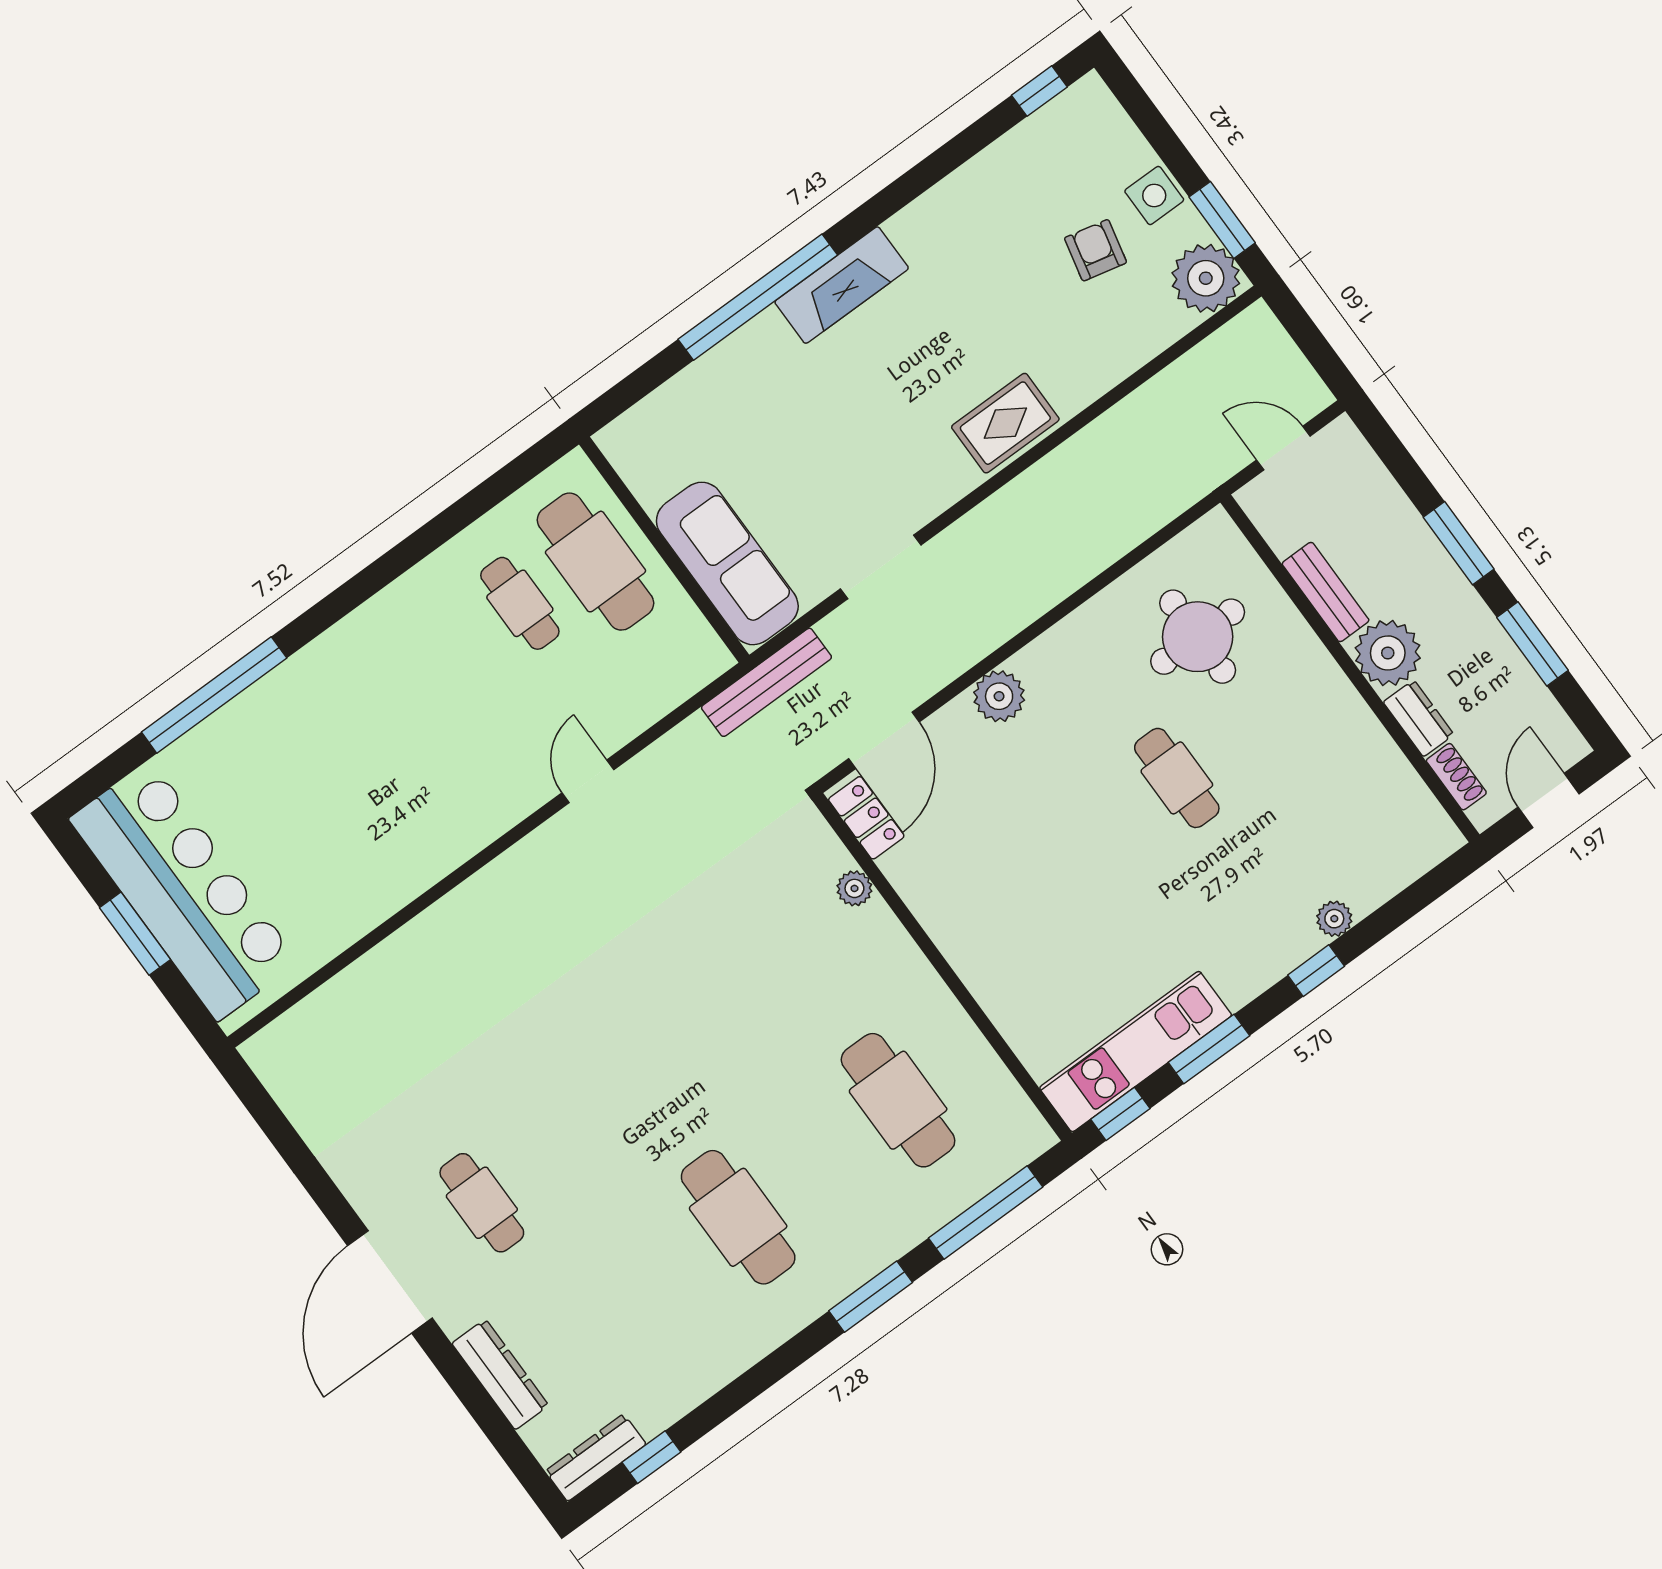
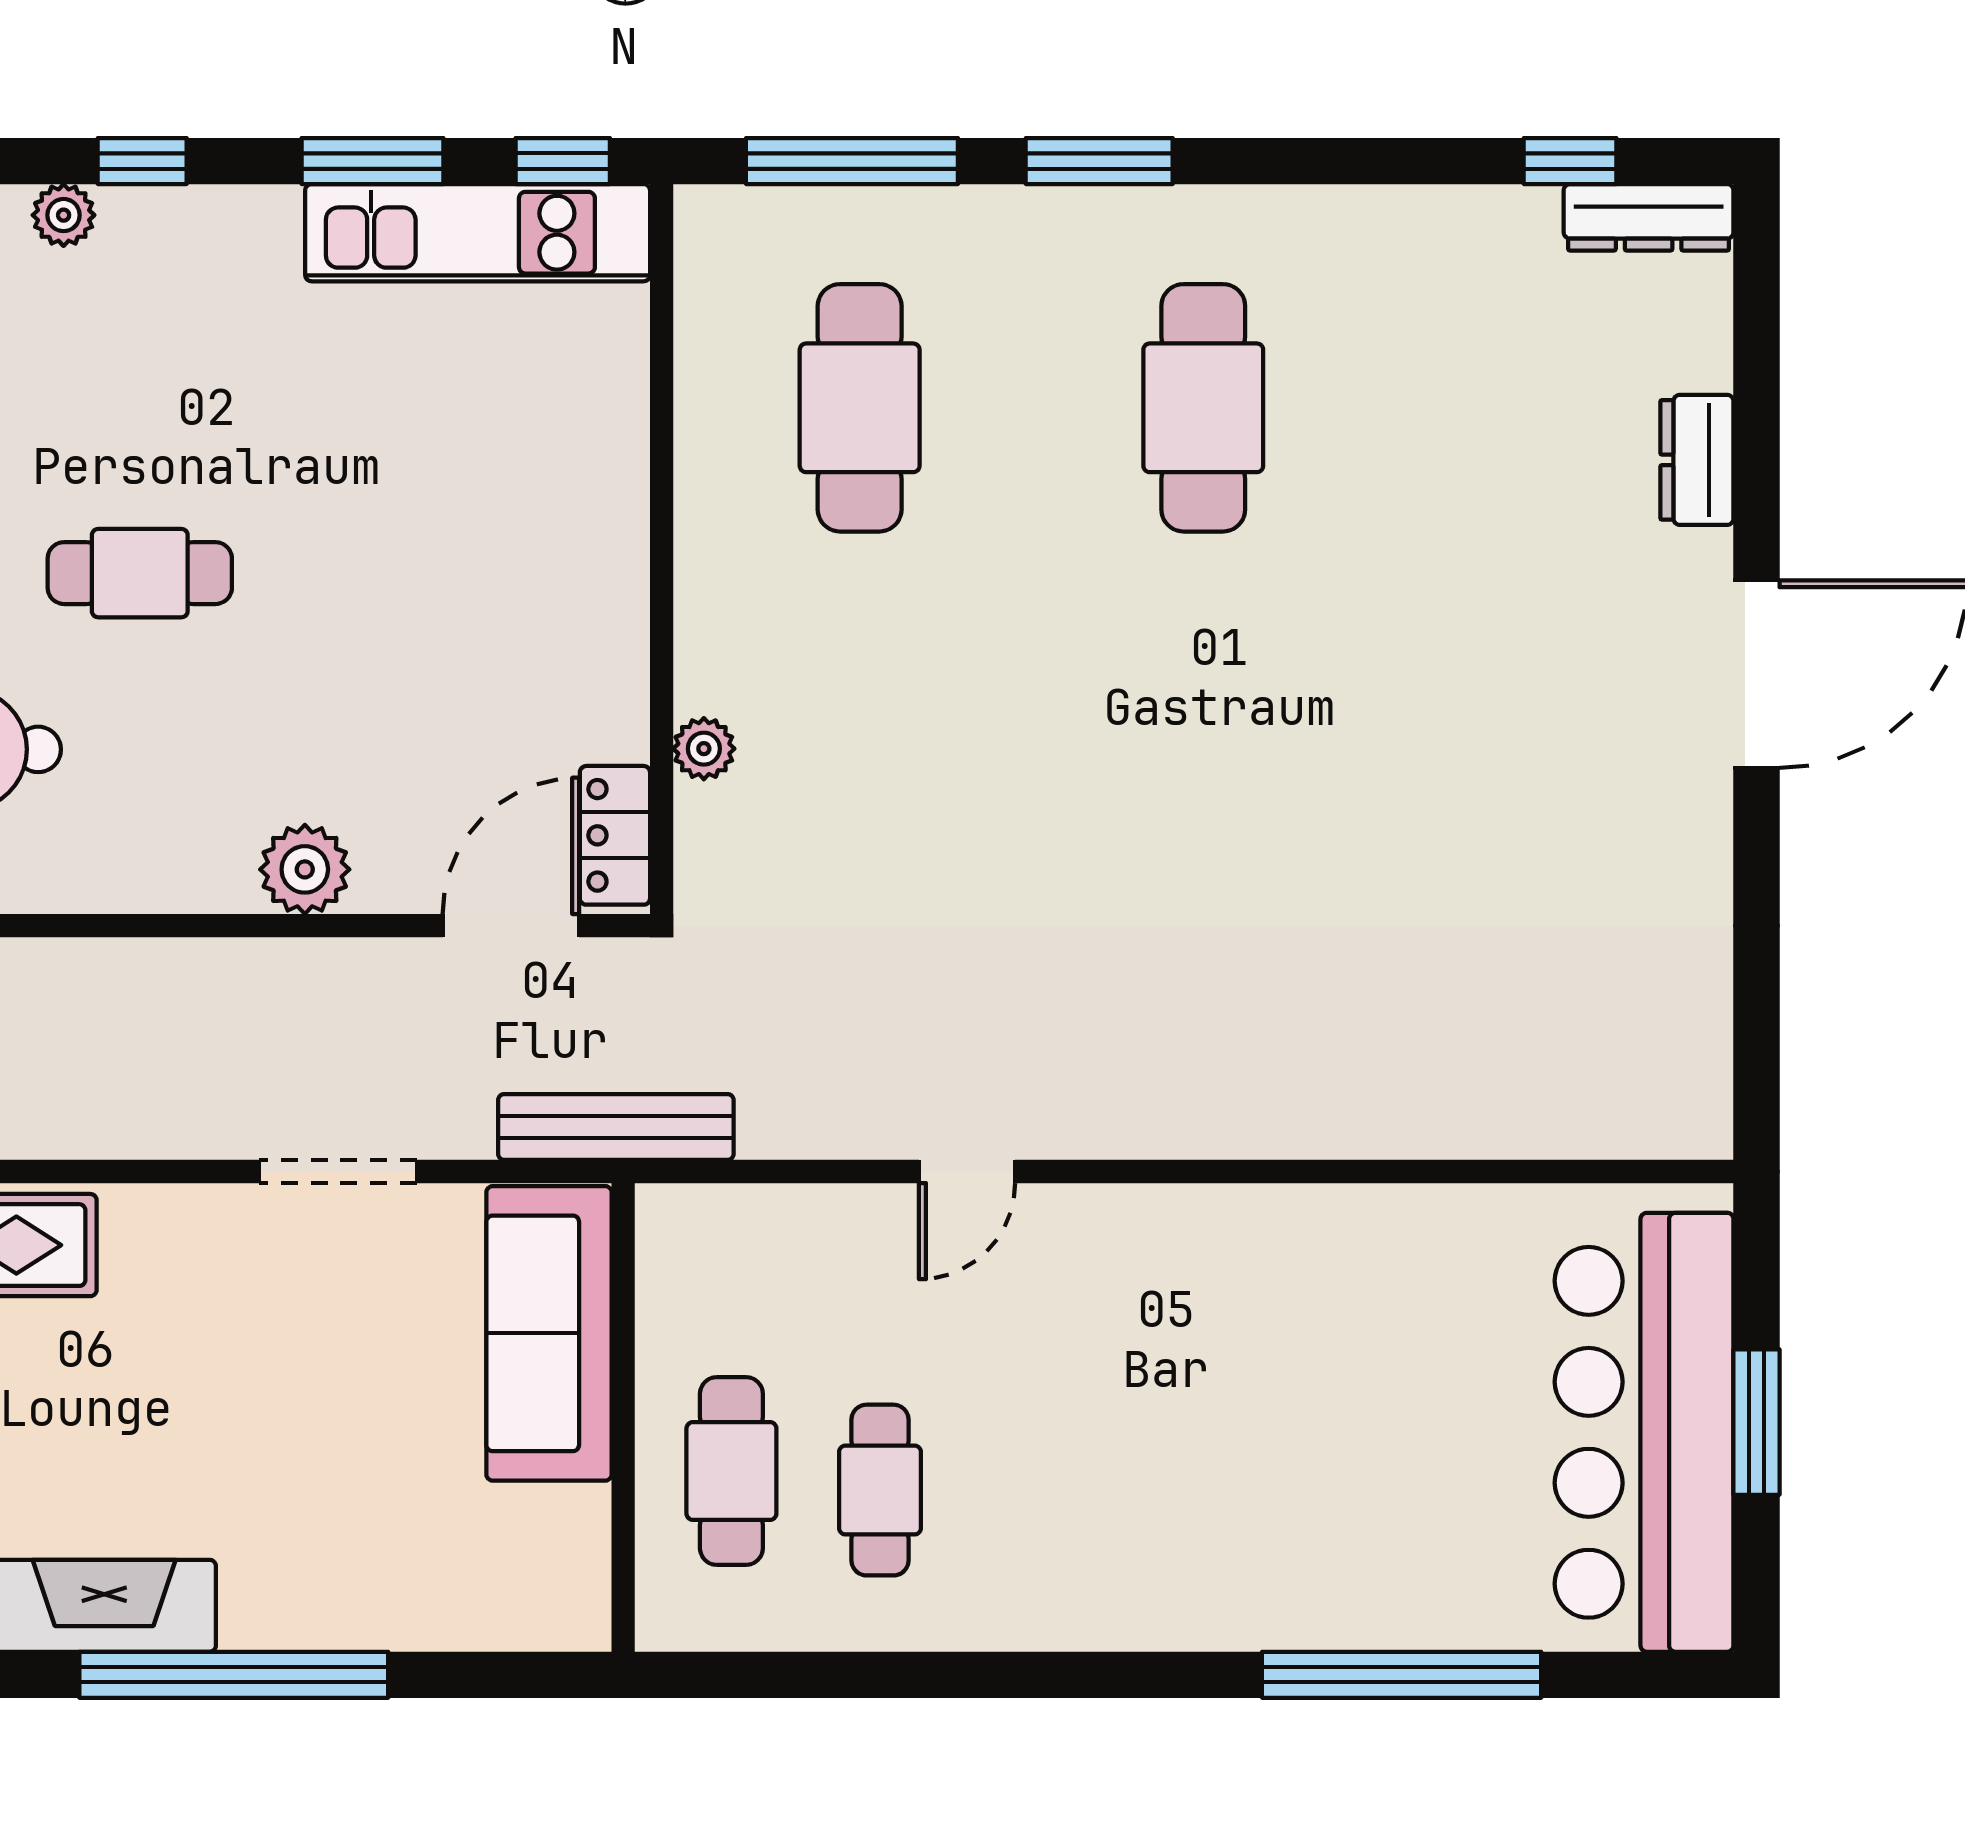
cafe table: (596, 562) -> (731, 1471), width x0.73, depth x0.74
cafe table: (1177, 778) -> (140, 573), turned 90
cafe table: (482, 1203) -> (1547, 690), removed
dresser: (500, 1374) -> (1697, 460), width x0.70

